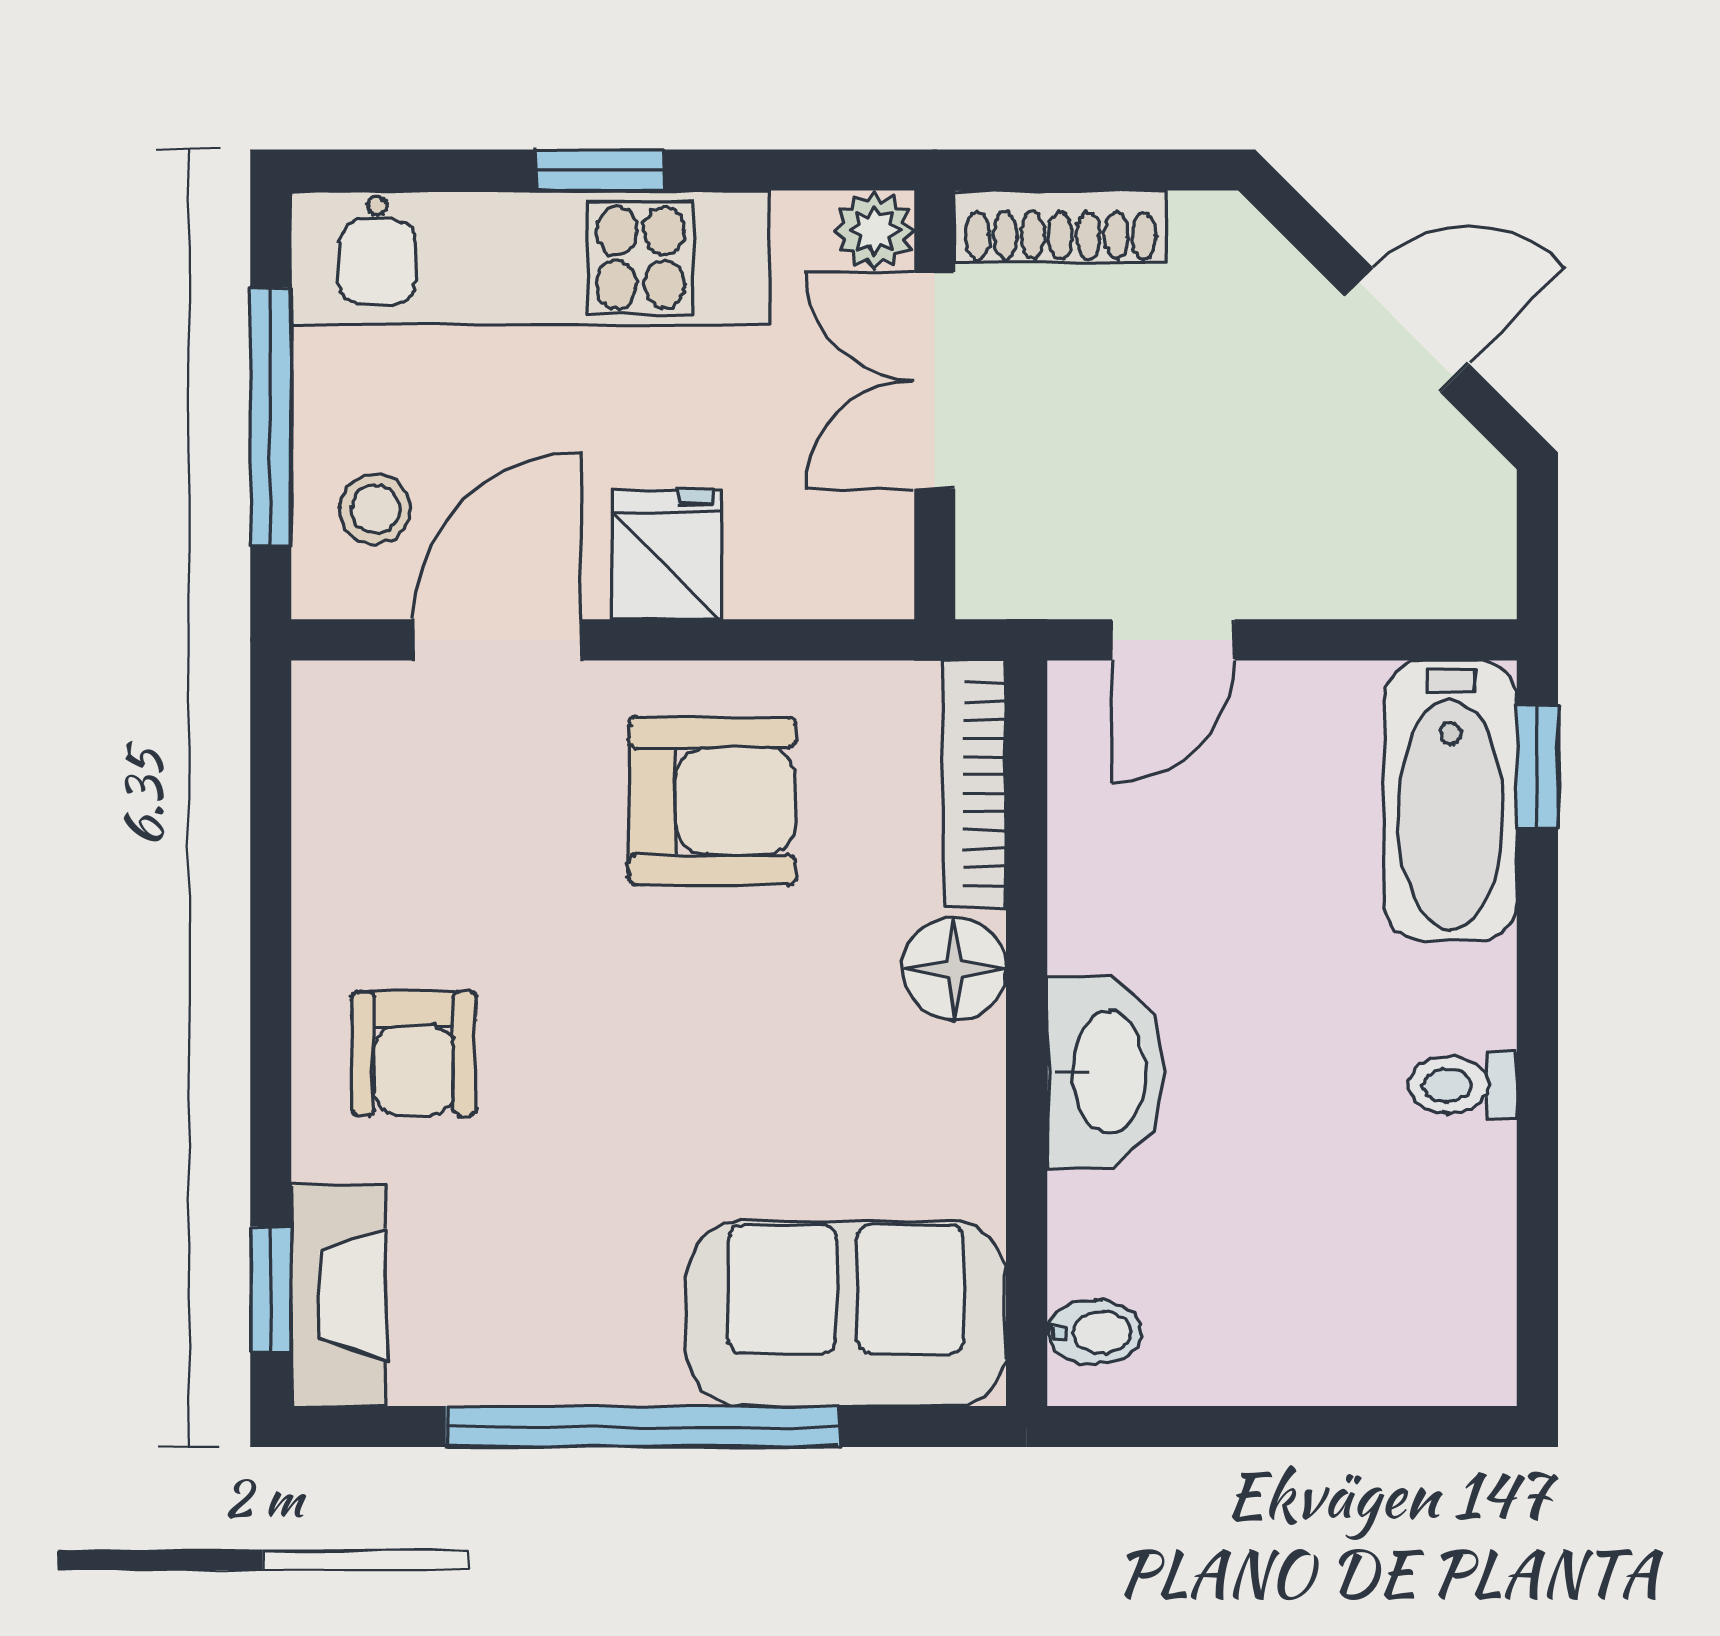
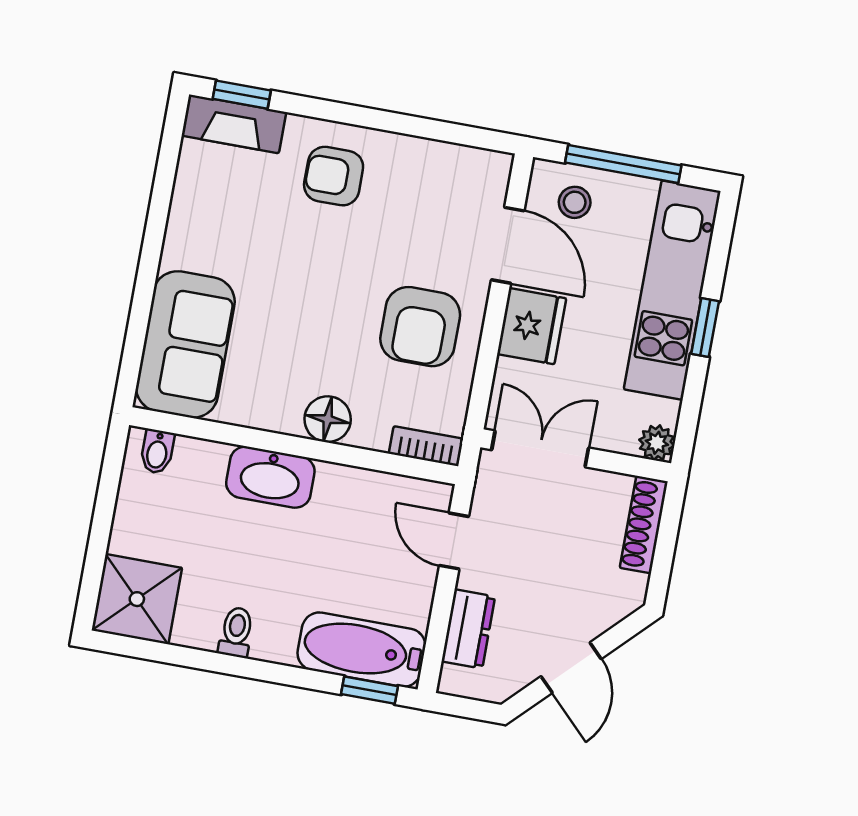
double door: (935, 380) -> (540, 449), moved
fridge: (667, 554) -> (532, 326), width x1.38
dresser: (1362, 573) -> (468, 629), added
bookcase: (974, 784) -> (426, 446), width x0.64
shower: (1429, 1318) -> (137, 599), added
window: (643, 1426) -> (152, 246), removed

